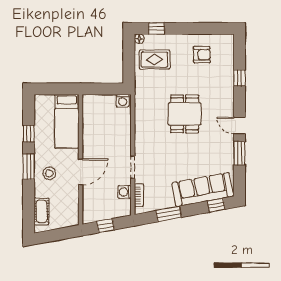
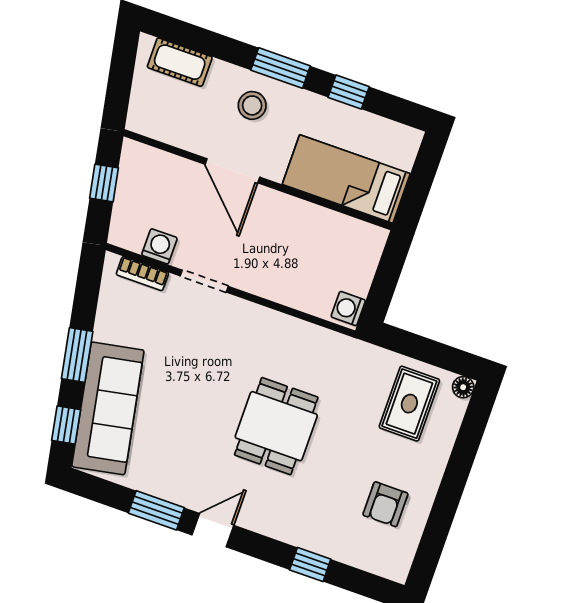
window: (157, 28) -> (472, 430), removed
dining table: (185, 114) -> (276, 426), turned 90
window: (169, 214) -> (77, 355), moved

